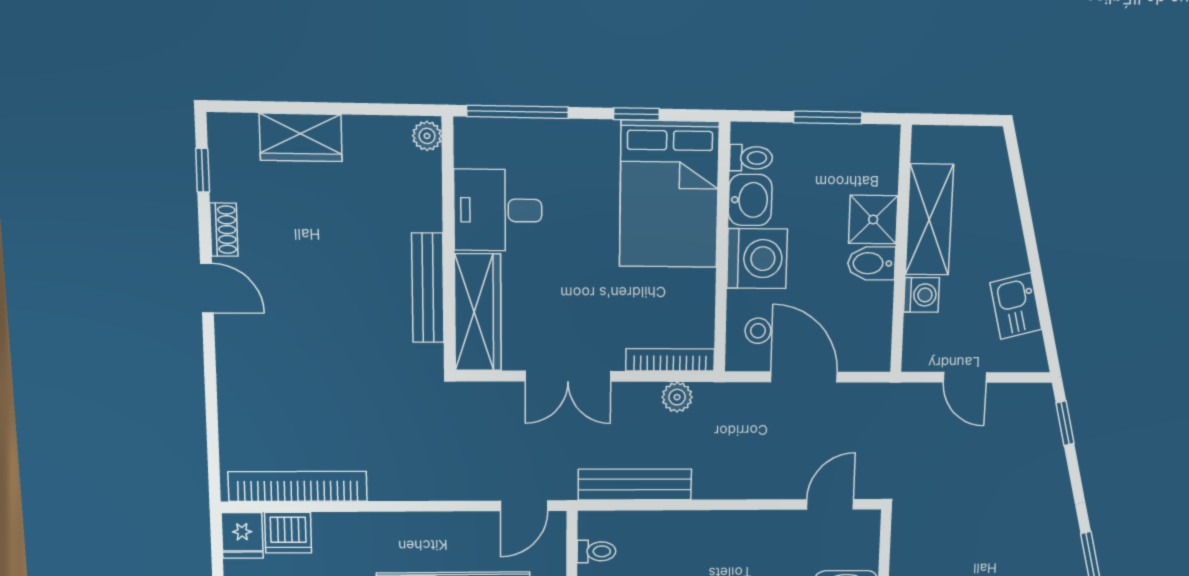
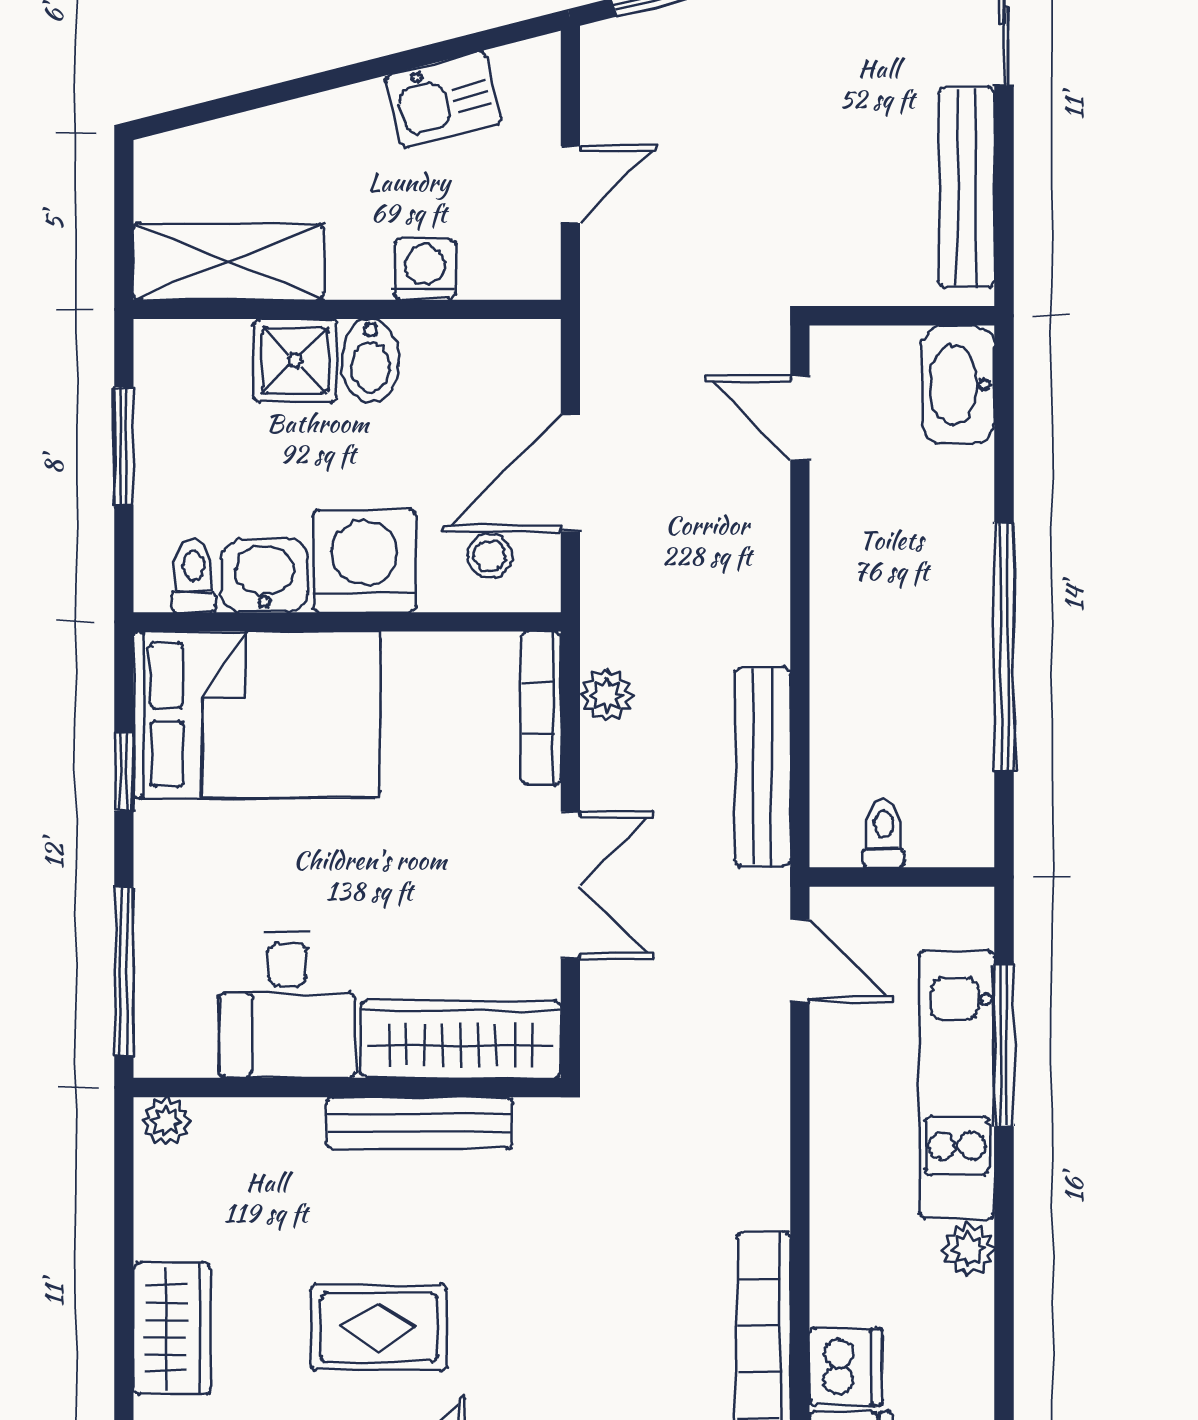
shelving: (929, 220) -> (229, 262), moved
rug: (304, 263) -> (379, 1328), added

